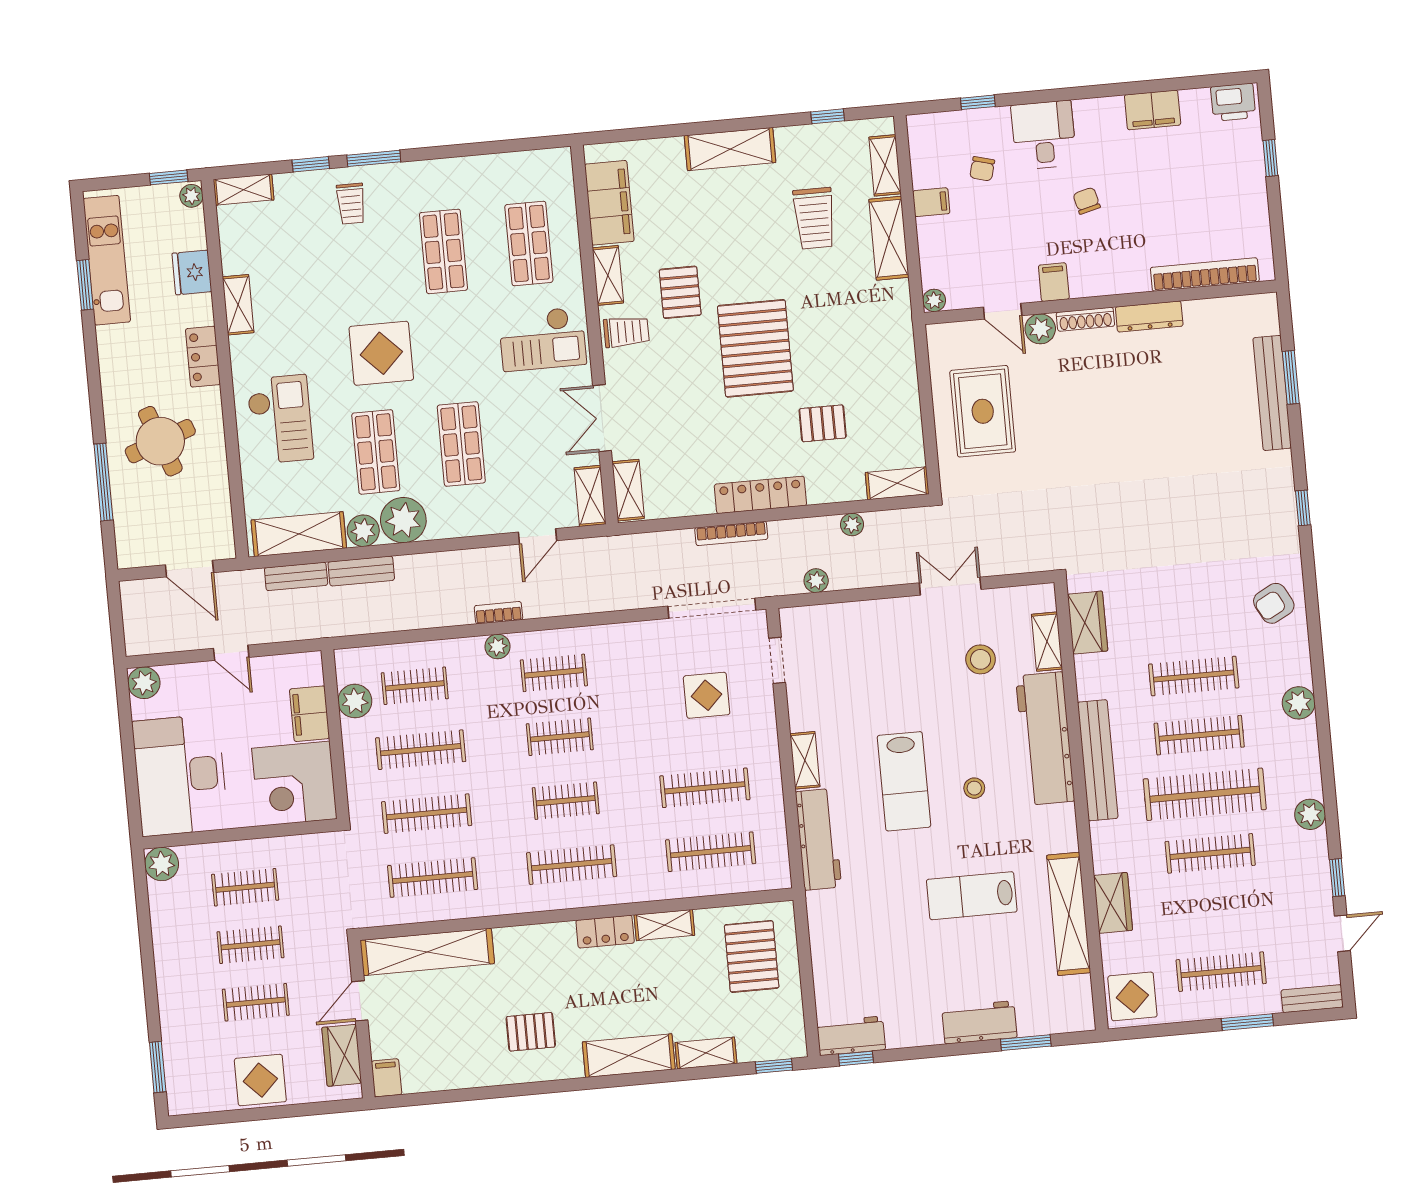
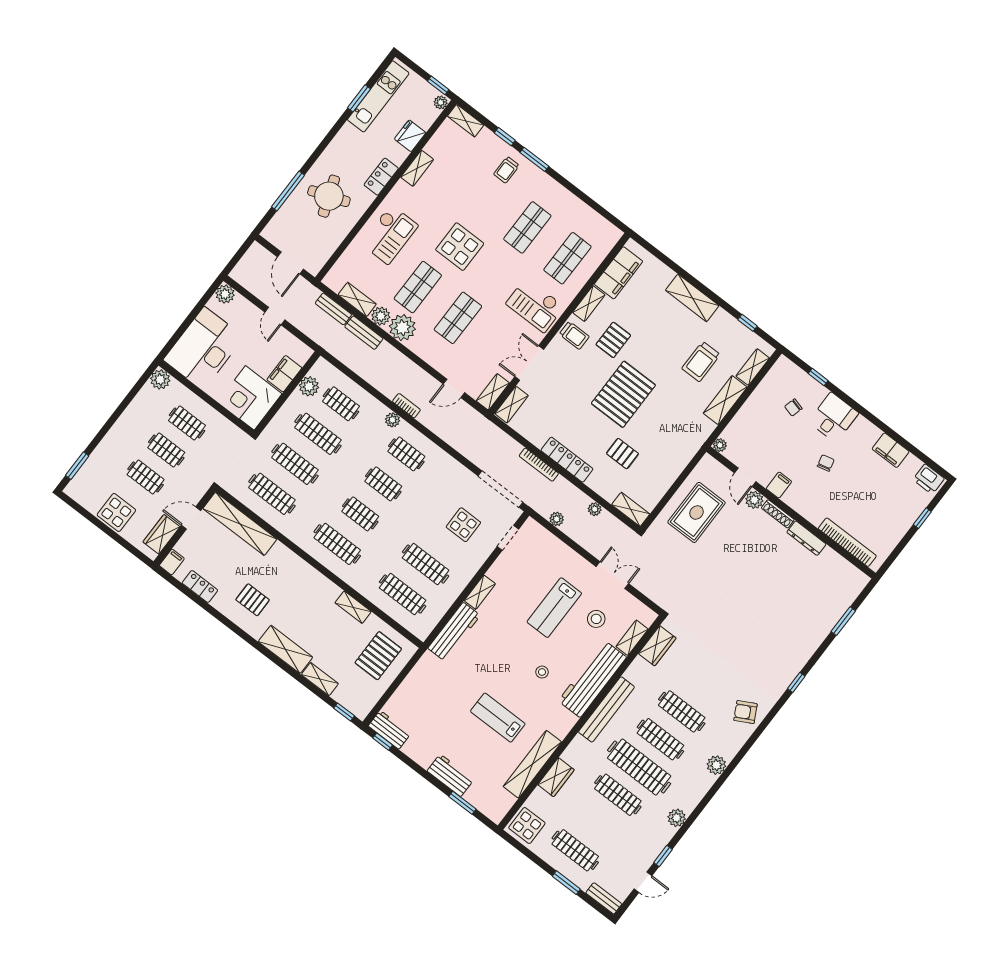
filing cabinet: (931, 202) -> (758, 401), removed
bench: (1272, 393) -> (829, 620), removed
shelving: (299, 534) -> (357, 299), width x0.67, depth x0.75
lab bench: (904, 781) -> (554, 608), moved
locker: (605, 932) -> (200, 587), moved, turned 180

